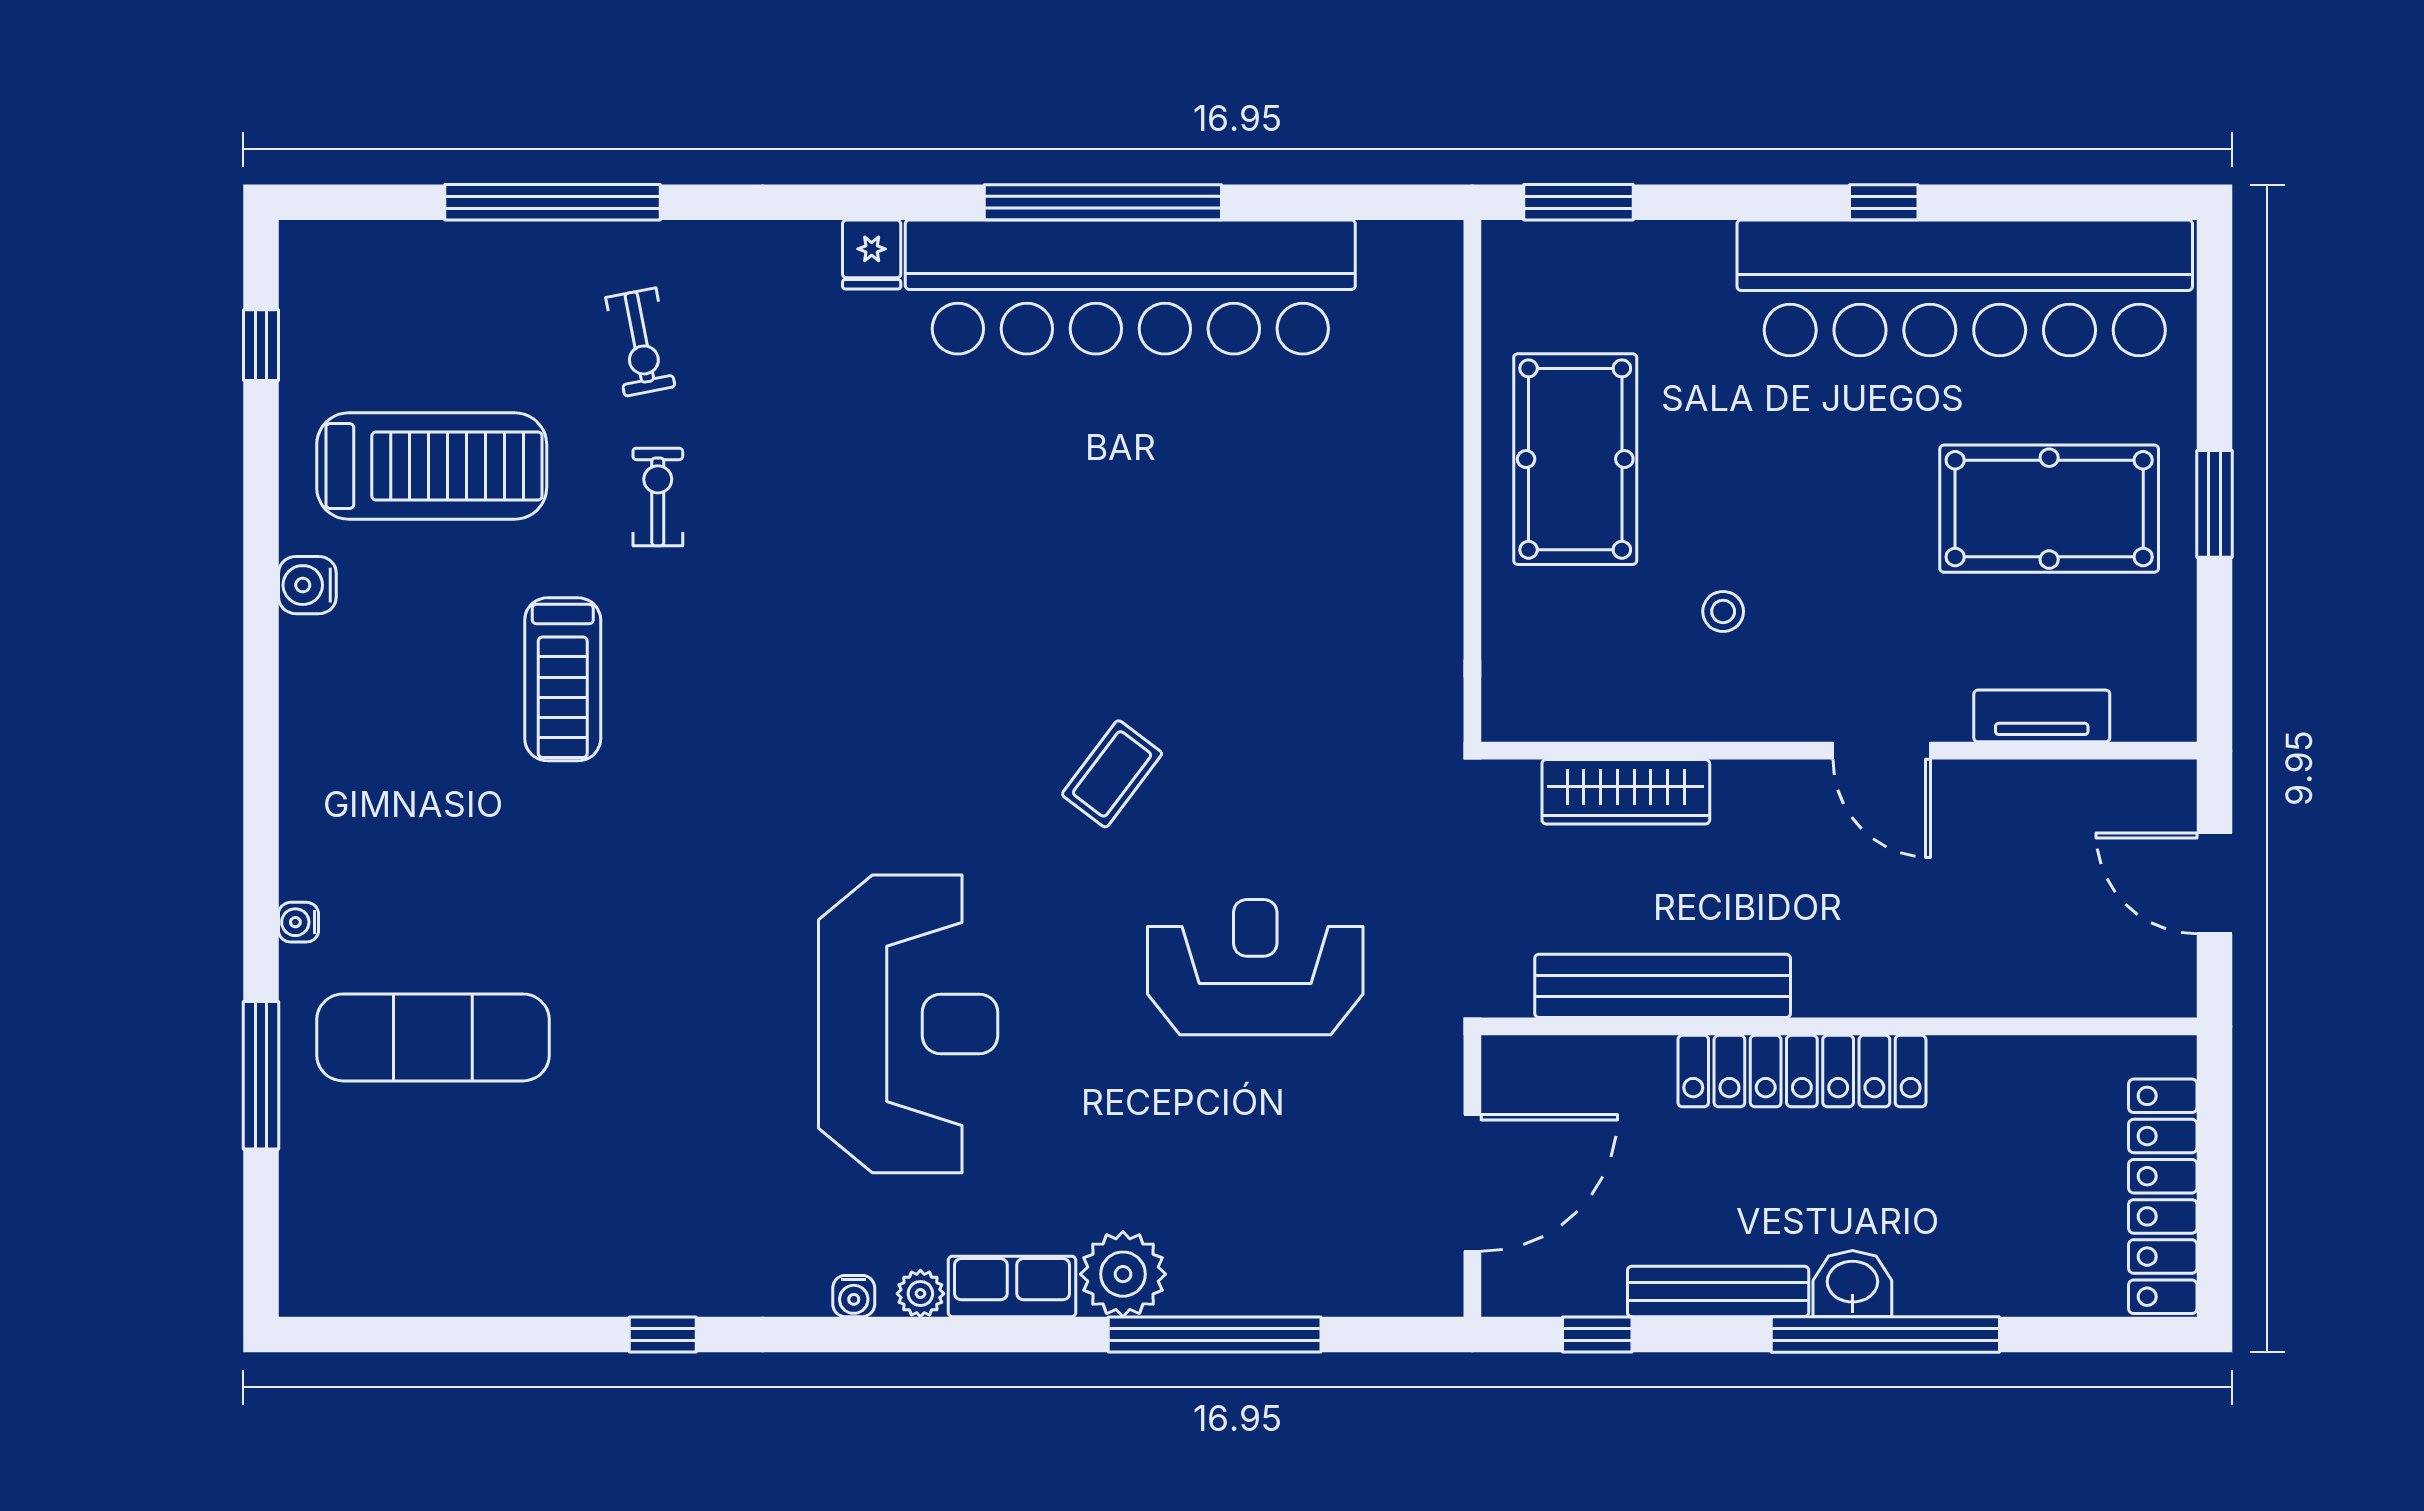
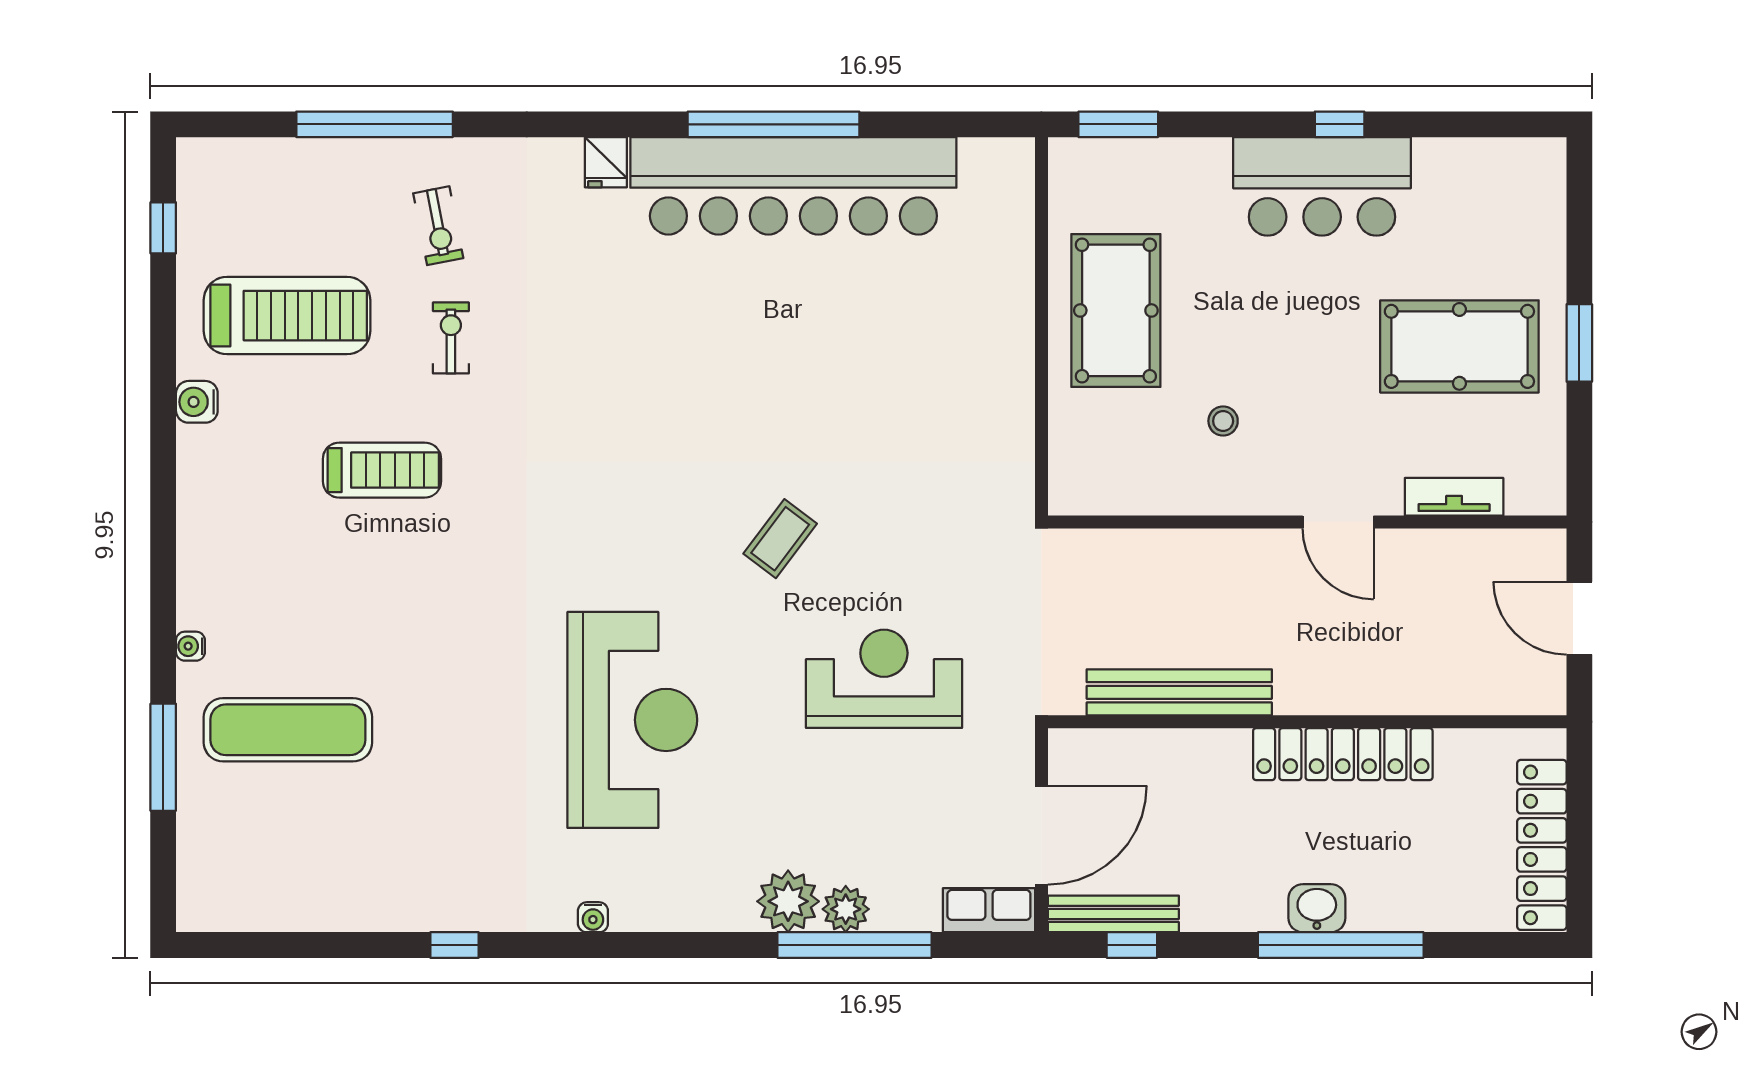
bar counter: (1965, 288) -> (1322, 186), width x0.54
treadmill: (563, 679) -> (382, 470), turned -90
wardrobe: (1626, 792) -> (1153, 552), removed
locker: (1802, 1071) -> (1343, 754), moved
row of seats: (1012, 1286) -> (989, 910), moved
bench: (1718, 1291) -> (1113, 914), moved
plant: (920, 1294) -> (846, 909), moved, width x1.38, depth x1.38

